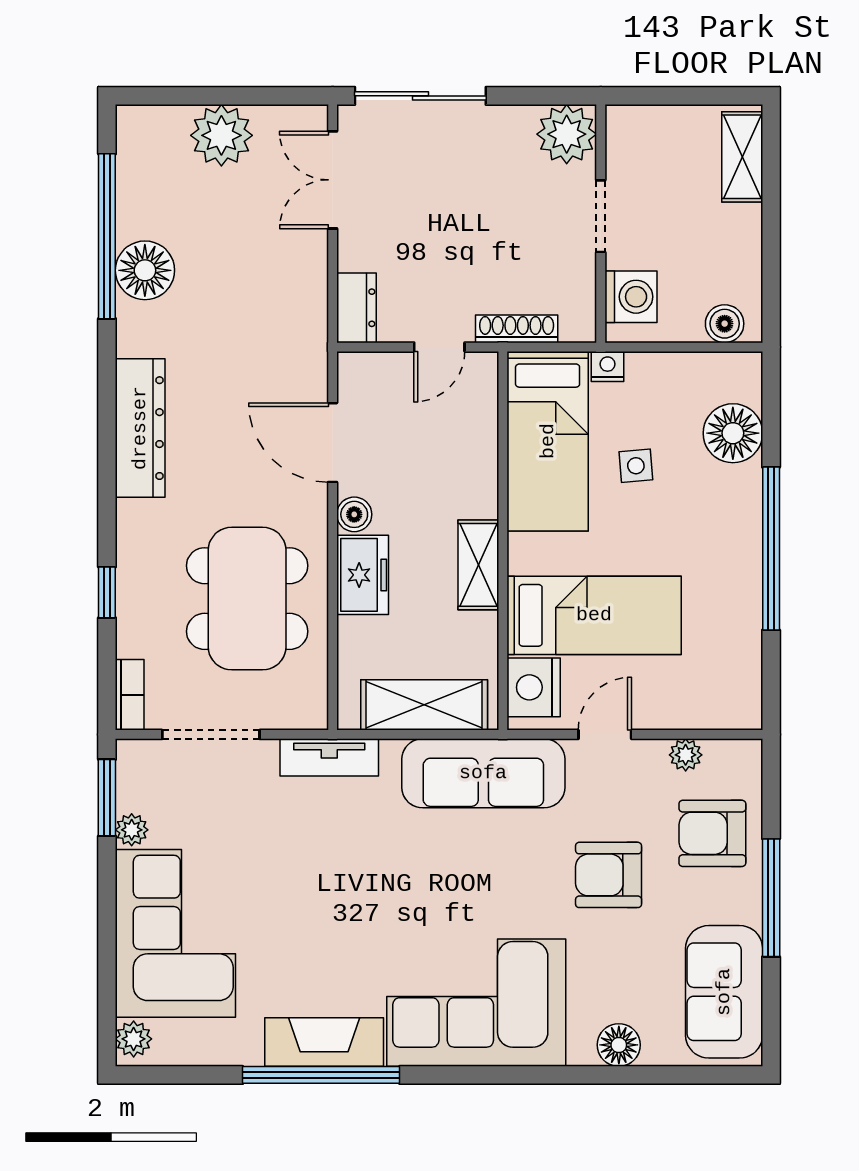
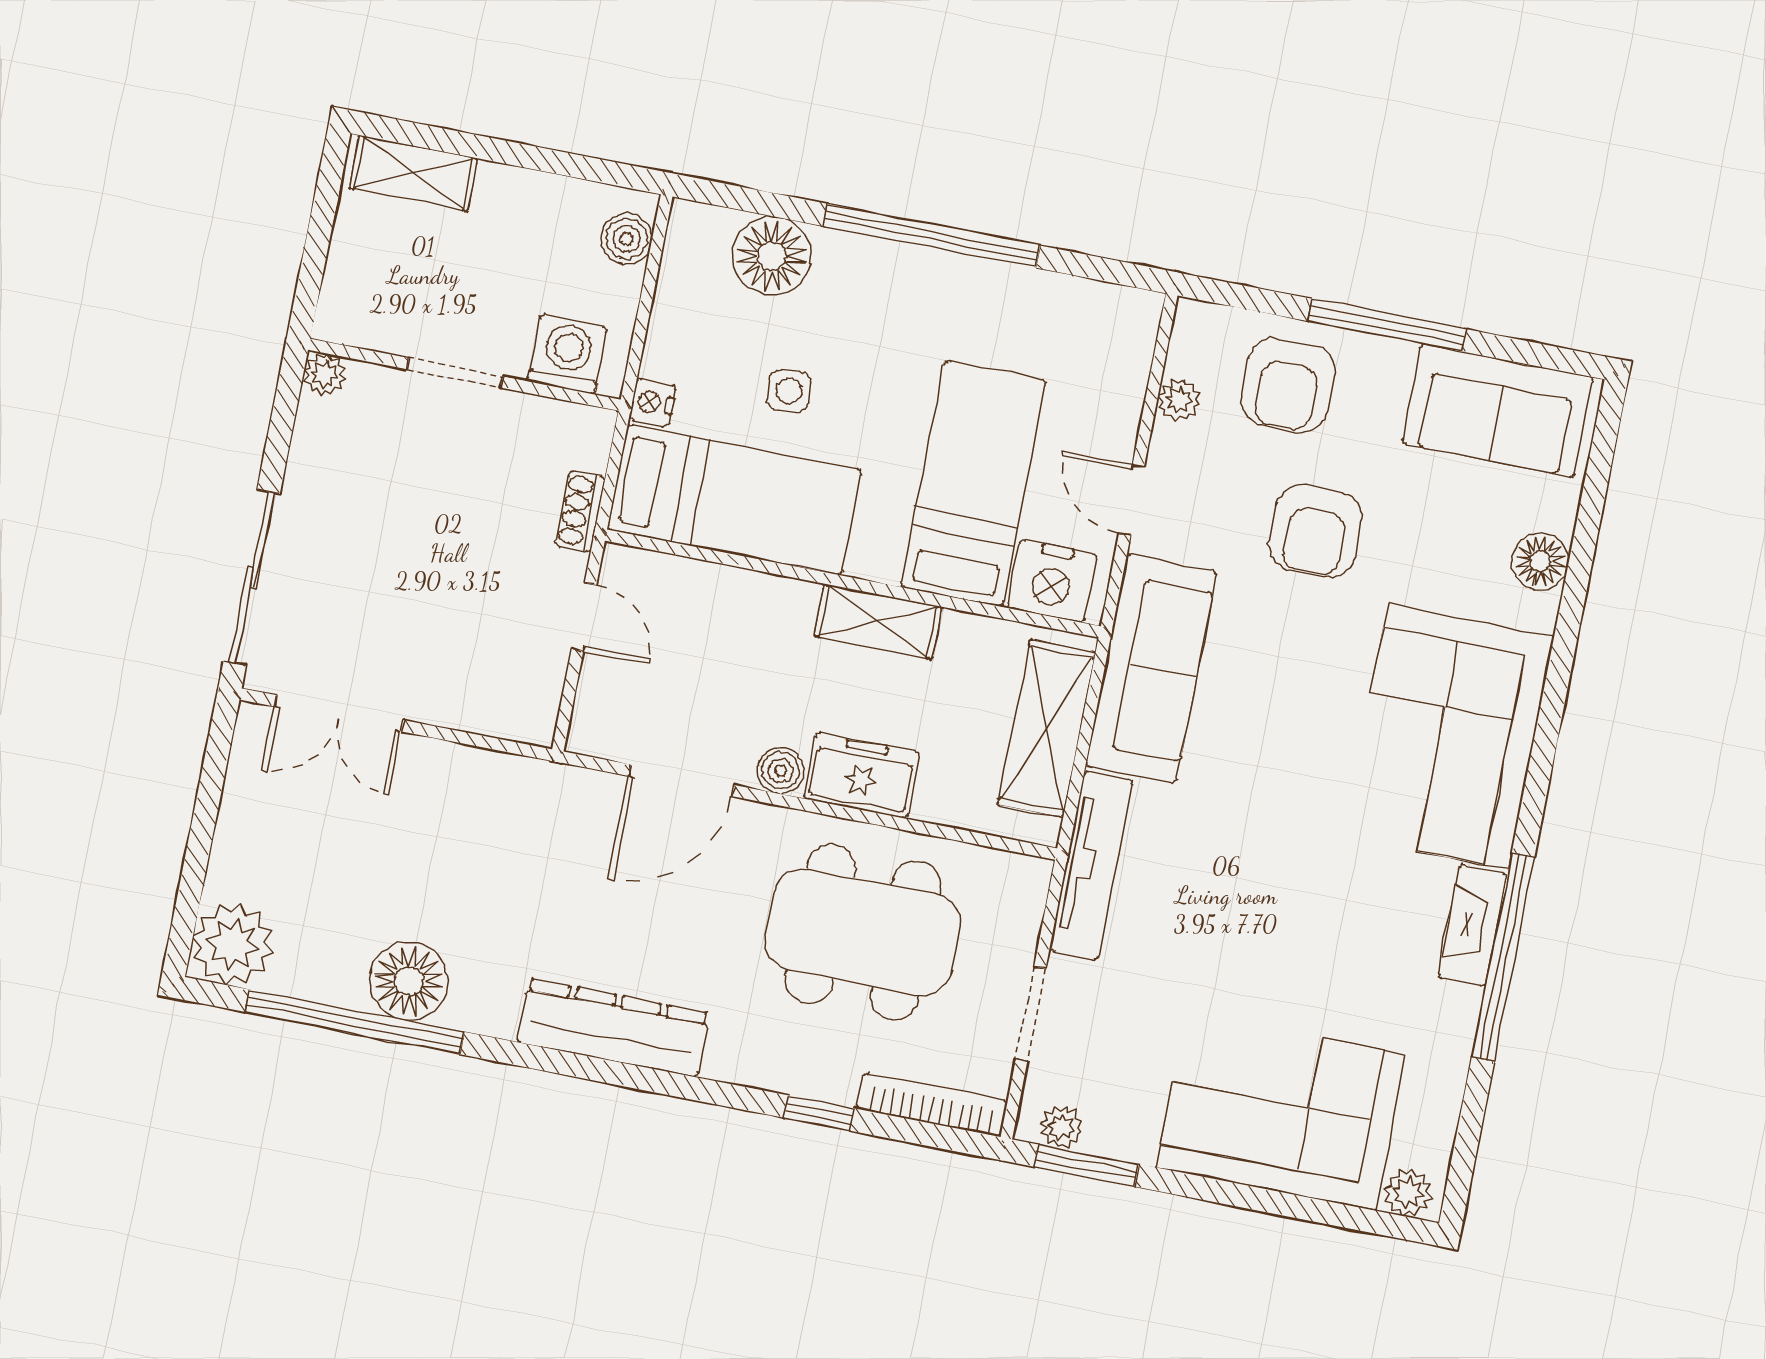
plant: (567, 134) -> (324, 375), width x0.53, depth x0.53
plant: (221, 135) -> (233, 945), moved
dresser: (357, 308) -> (512, 715), removed
shoe rack: (517, 329) -> (580, 511), width x0.70
bookcase: (130, 695) -> (932, 1105), width x1.56
doorway: (211, 734) -> (1031, 1014), width x0.73
tv unit: (329, 757) -> (1091, 865), width x1.41
plant: (132, 830) -> (1062, 1127), moved
fireplace: (324, 1042) -> (1473, 926), width x0.73, depth x0.76

